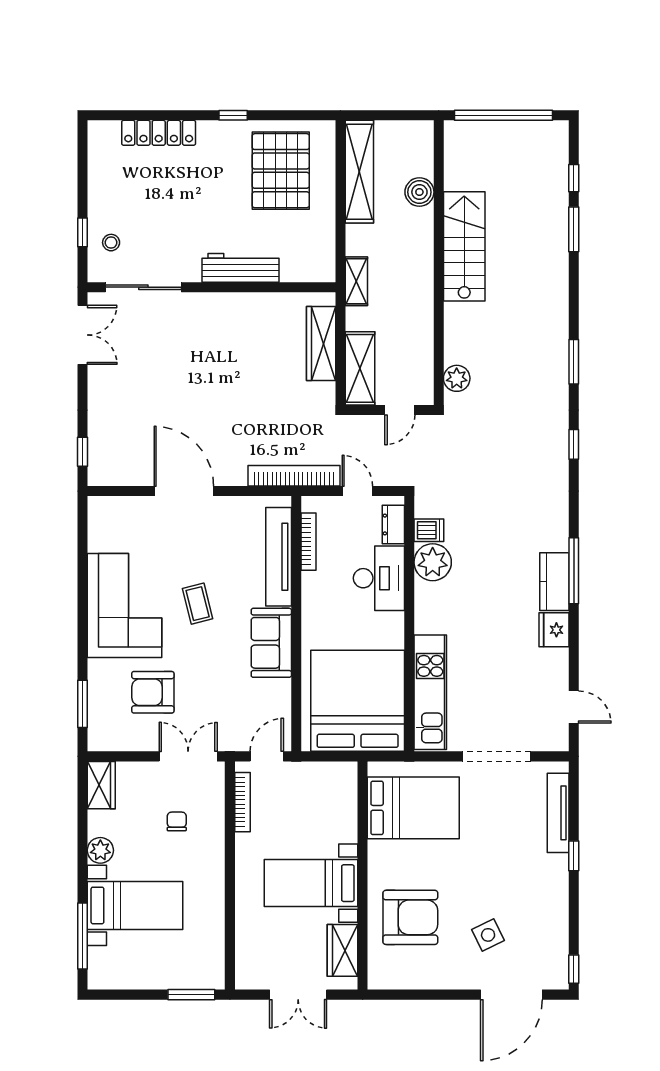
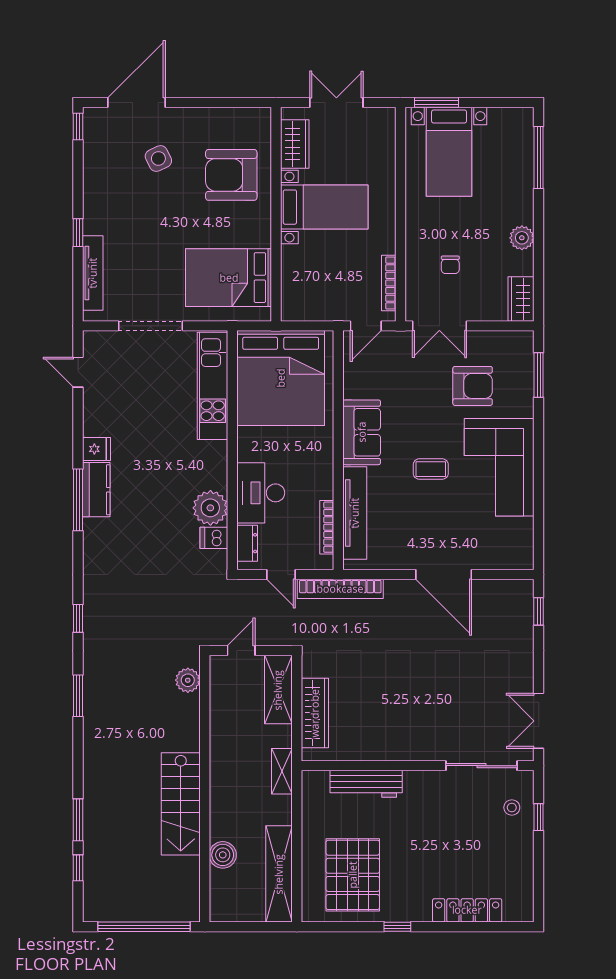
workbench: (240, 268) -> (366, 784), moved
coffee table: (198, 604) -> (431, 469), turned -76
fridge: (554, 630) -> (97, 449), width x0.72
bed with nightstands: (135, 905) -> (449, 152), moved, turned -90

